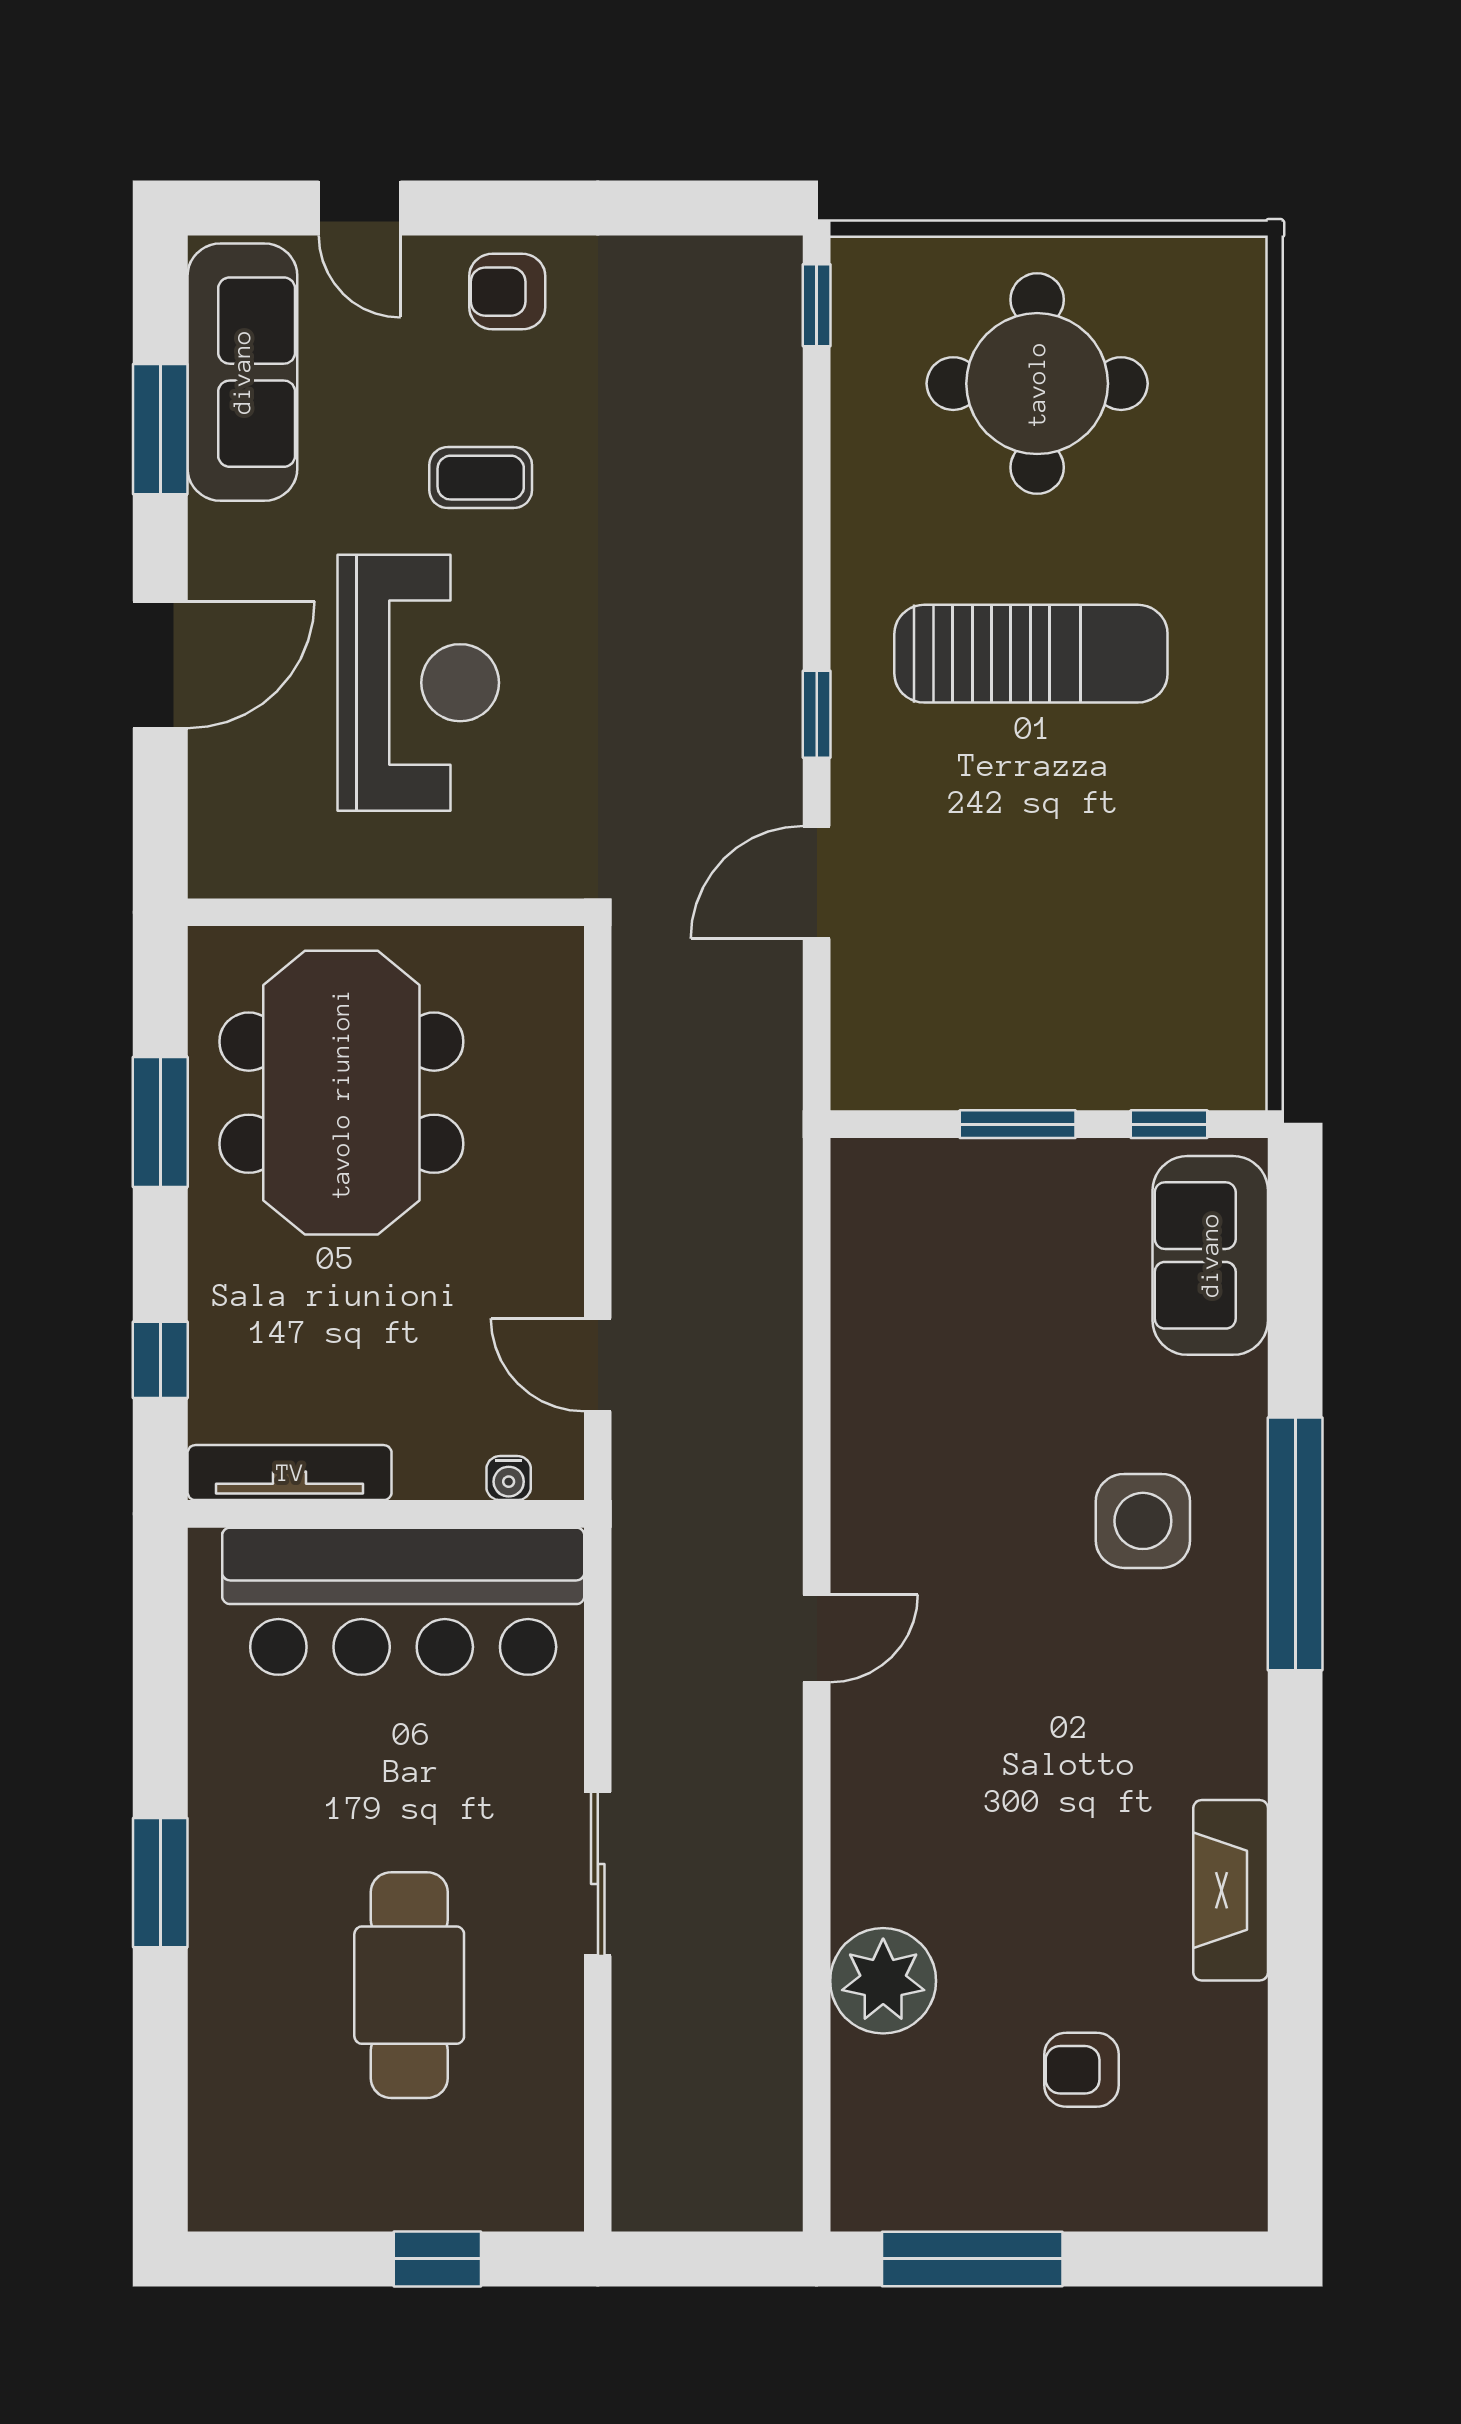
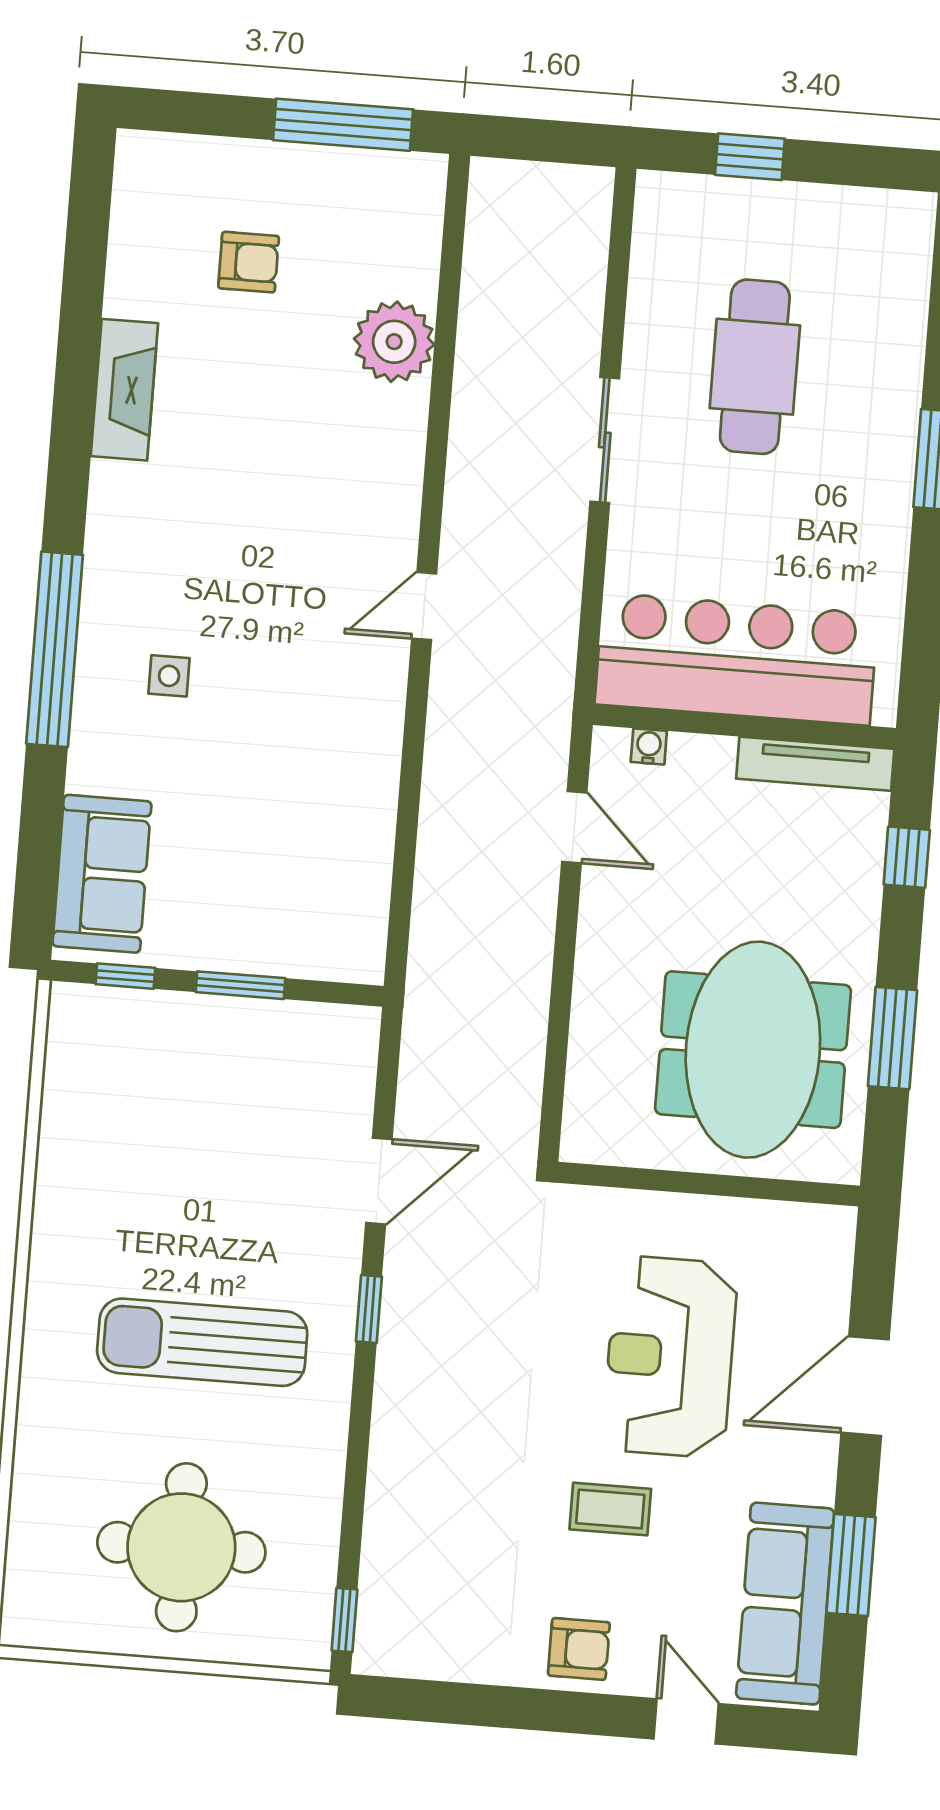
side table: (1143, 1521) -> (169, 676), width x0.54, depth x0.54

